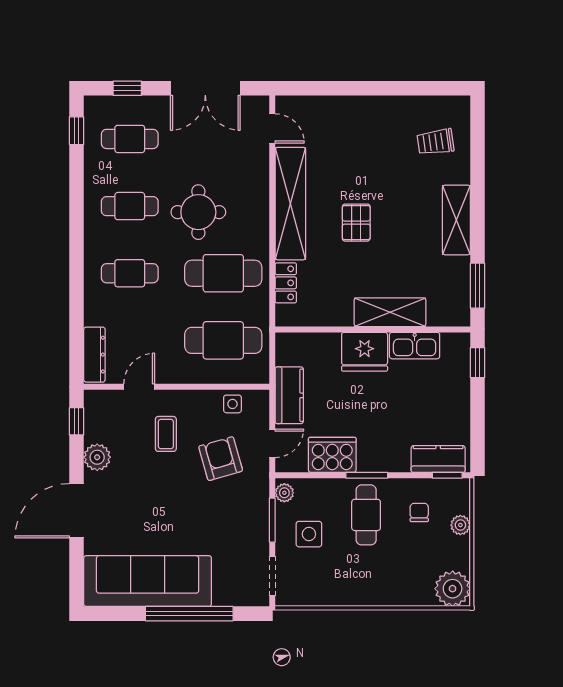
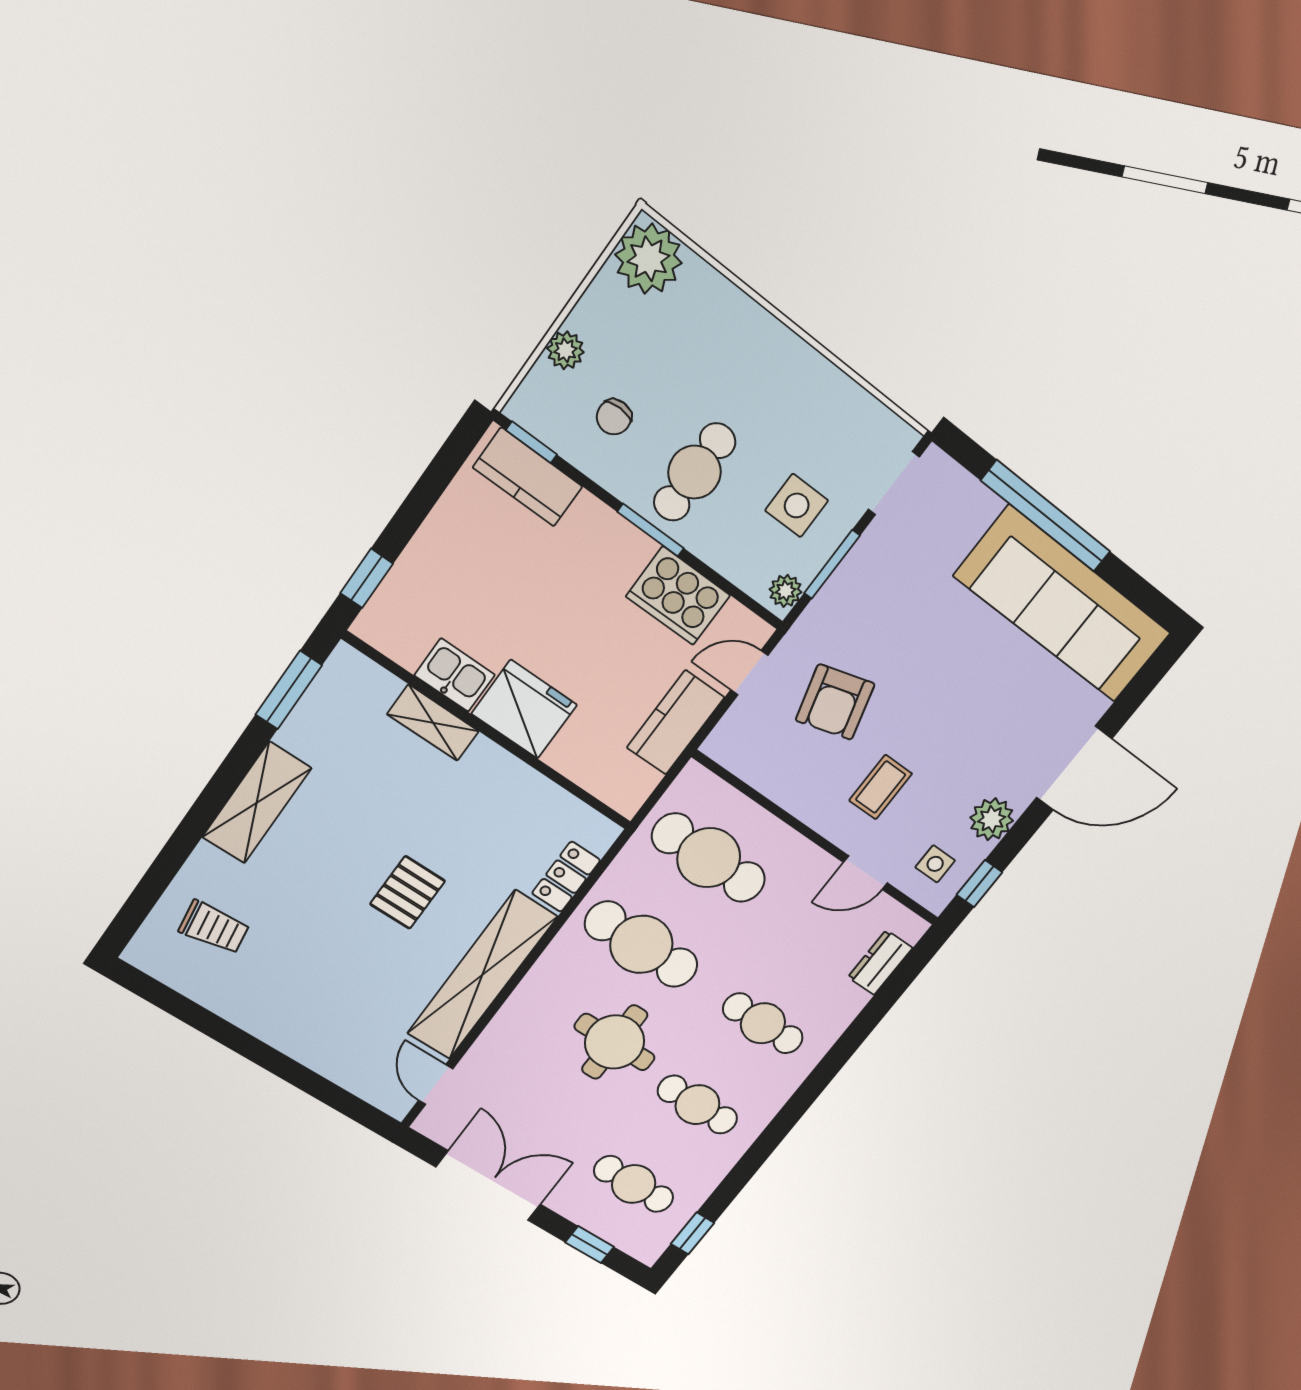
shelving: (390, 312) -> (433, 723), width x0.67, depth x0.75
kitchen sink: (415, 346) -> (455, 675), width x0.73
dresser: (94, 355) -> (880, 963), width x0.70
side table: (232, 404) -> (935, 864), moved

